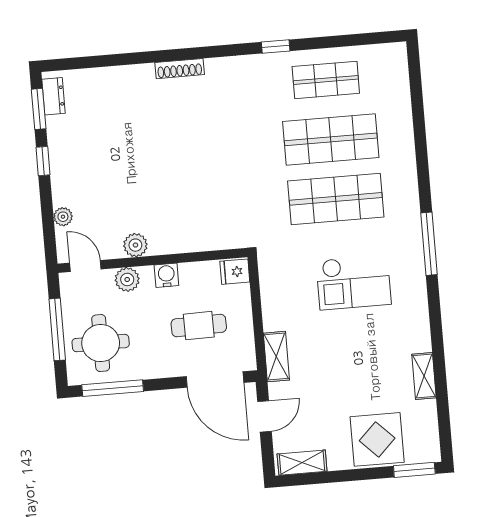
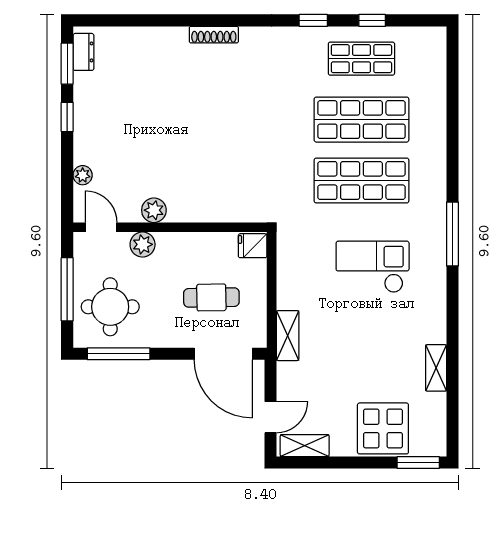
window: (333, 42) -> (372, 20), added
water cooler: (166, 275) -> (183, 244), removed
checkout: (354, 282) -> (373, 267), turned 180
door: (264, 416) -> (270, 417), moved

